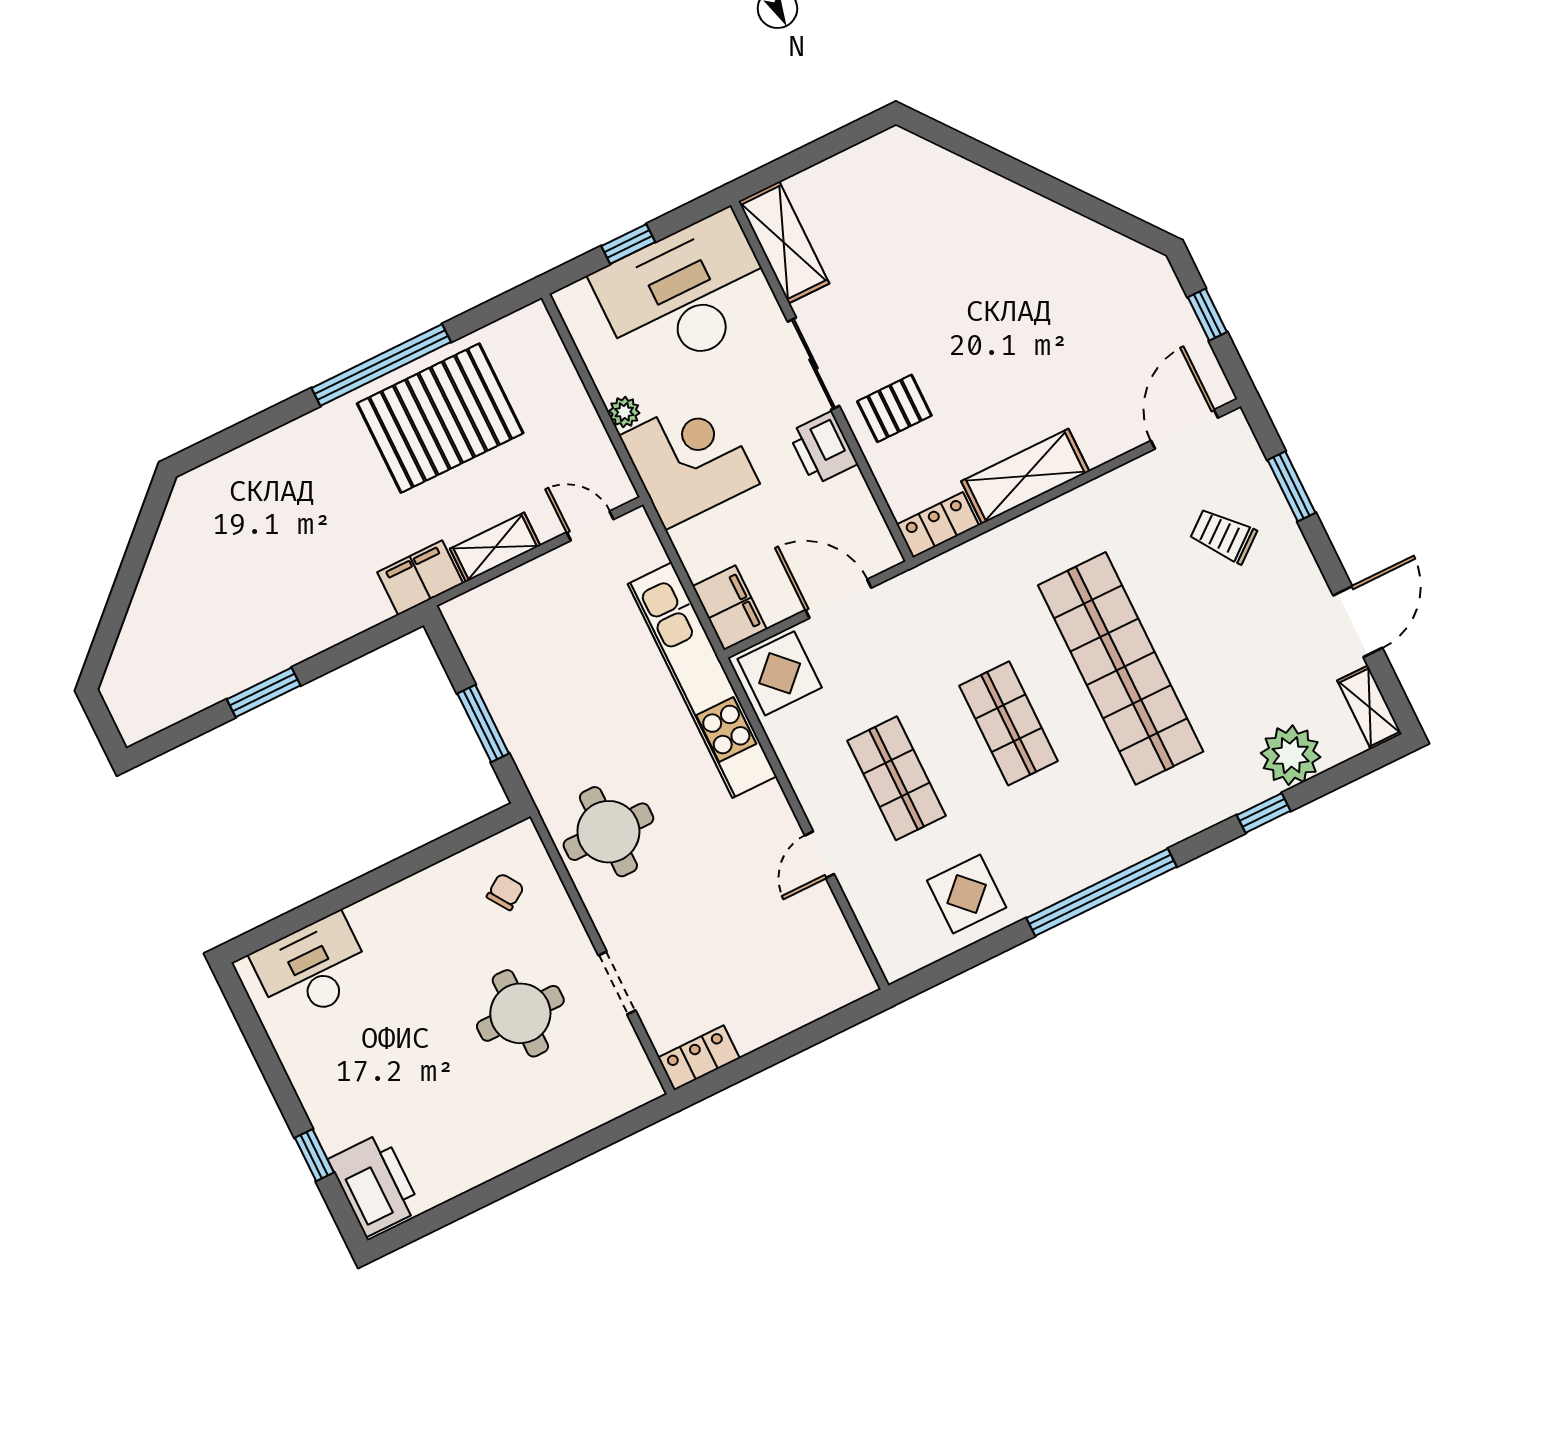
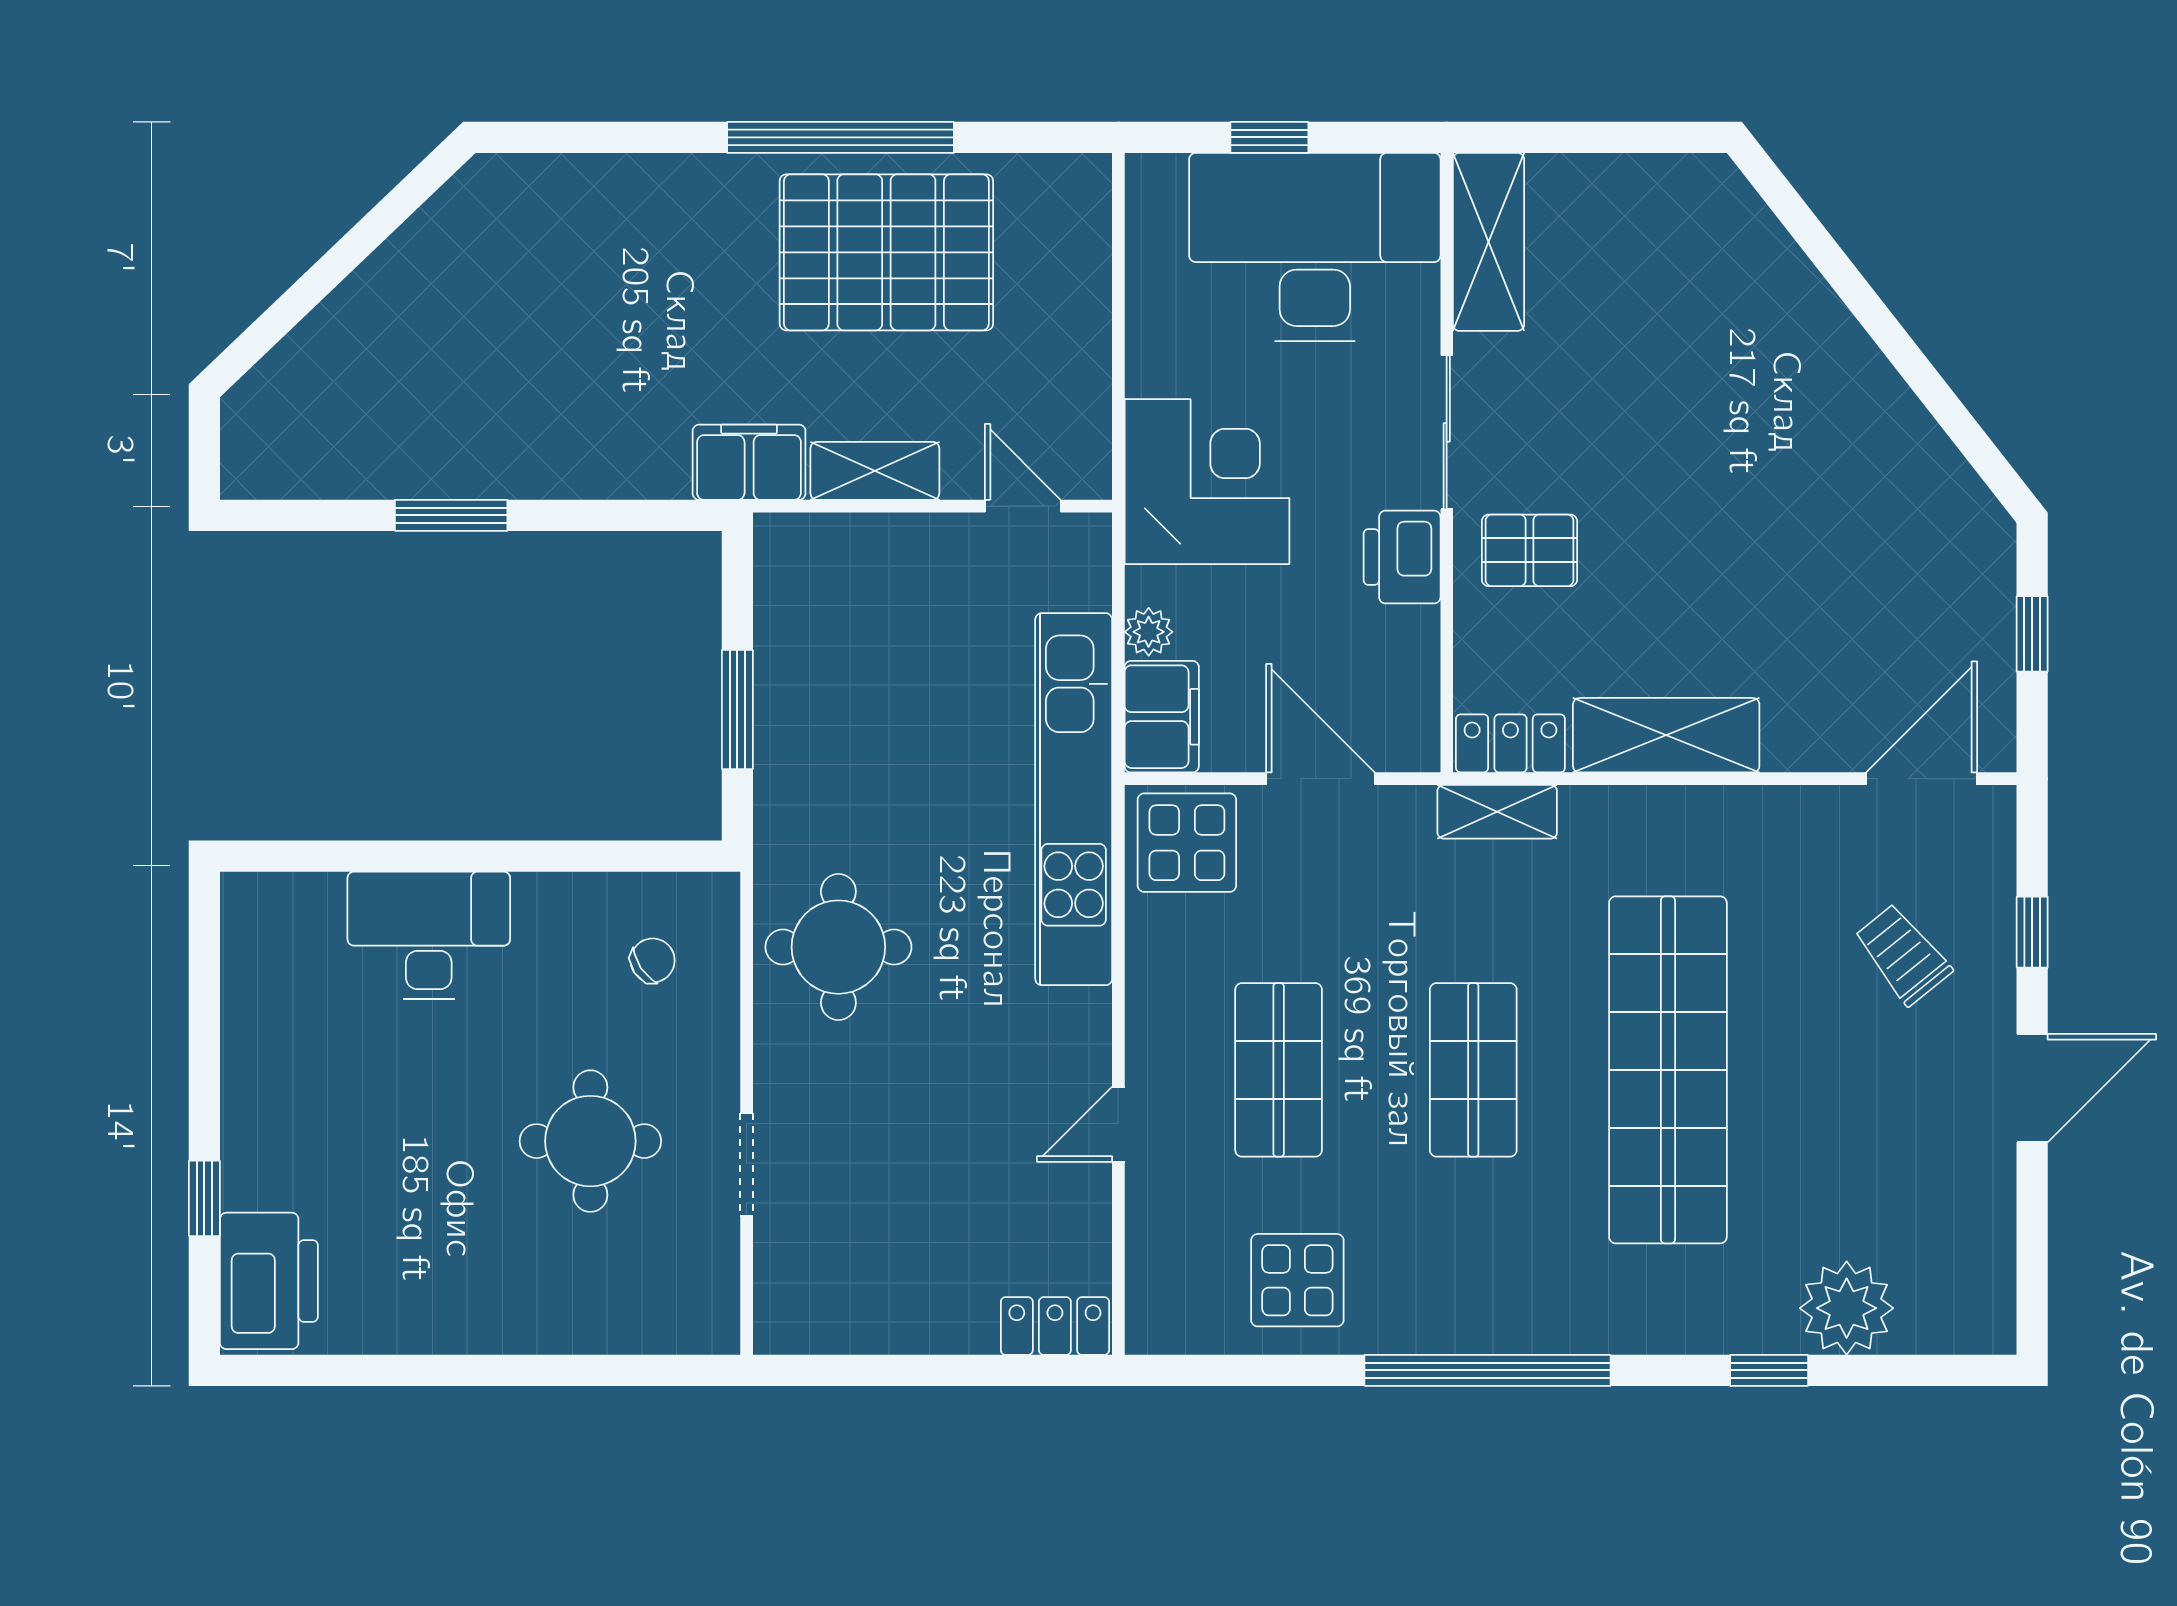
plant: (624, 412) -> (1149, 632), moved
window: (1291, 486) -> (2032, 932), width x0.67
door: (1358, 622) -> (2032, 1088), moved
shelving: (1369, 707) -> (1497, 812), moved, turned 90
desk: (312, 969) -> (429, 935), moved
locker: (699, 1058) -> (1055, 1326), moved

